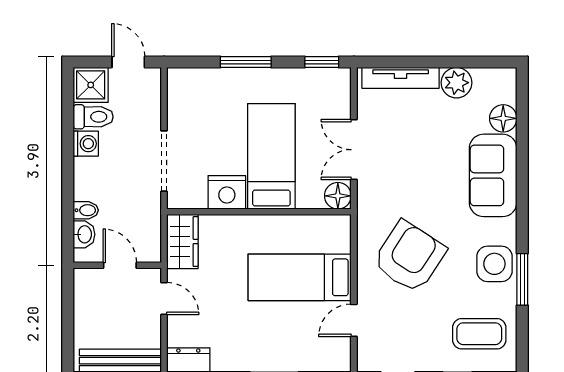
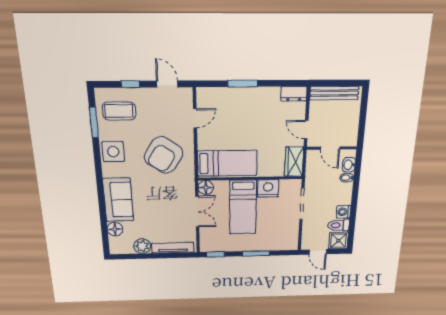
bed: (300, 277) -> (227, 163), moved
window: (522, 279) -> (94, 123), moved

